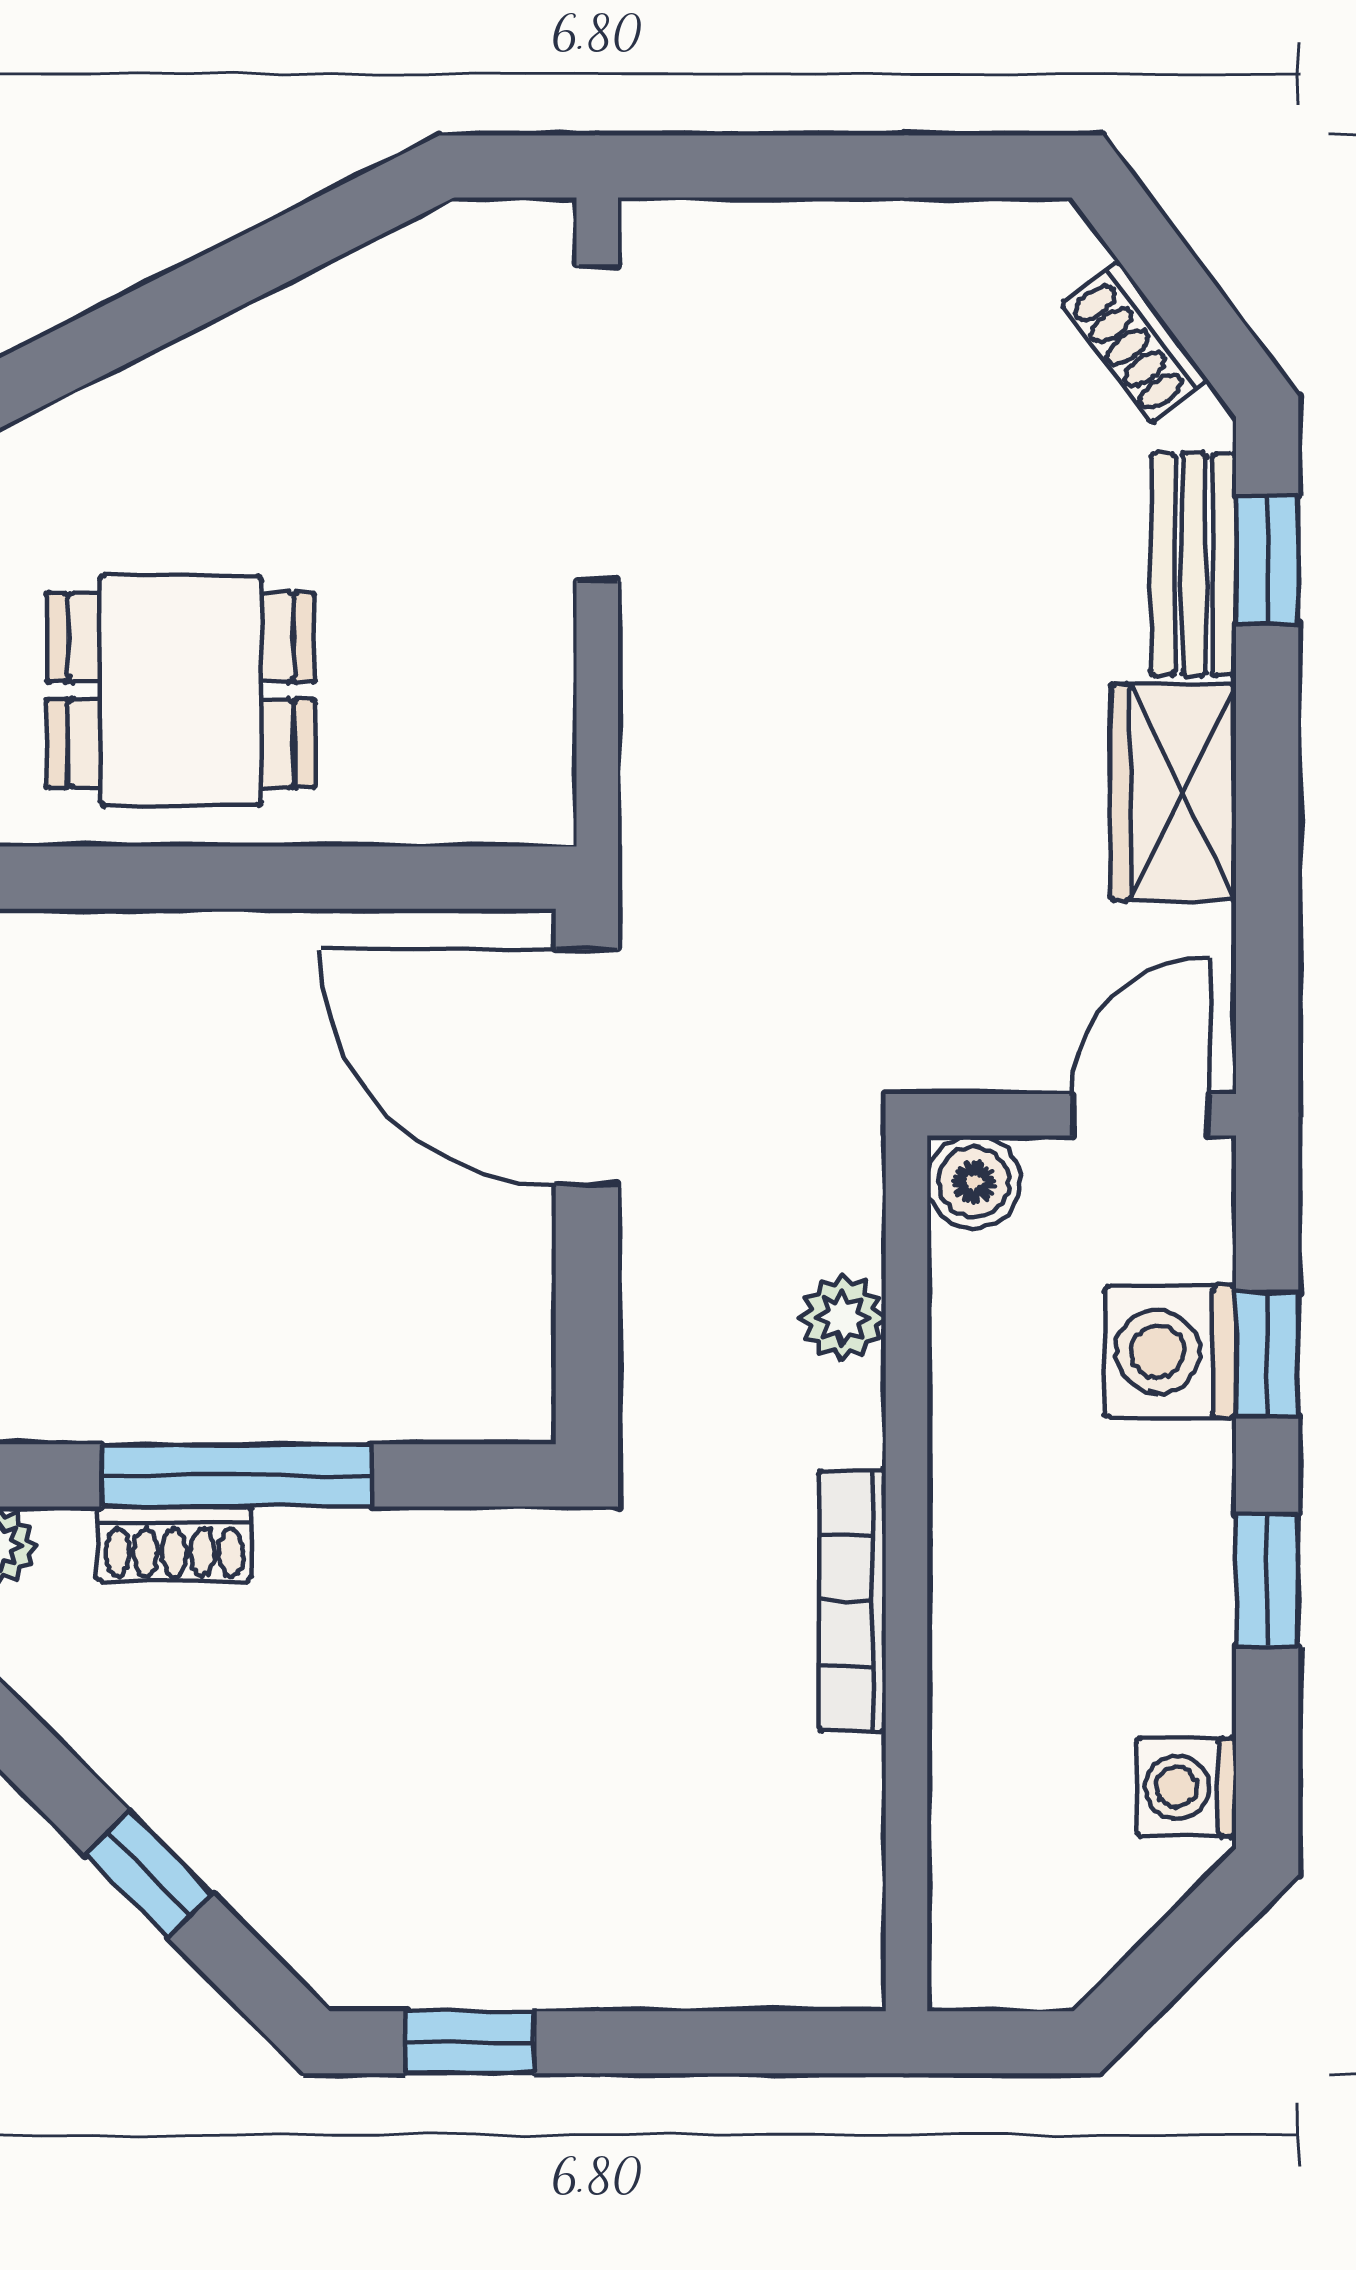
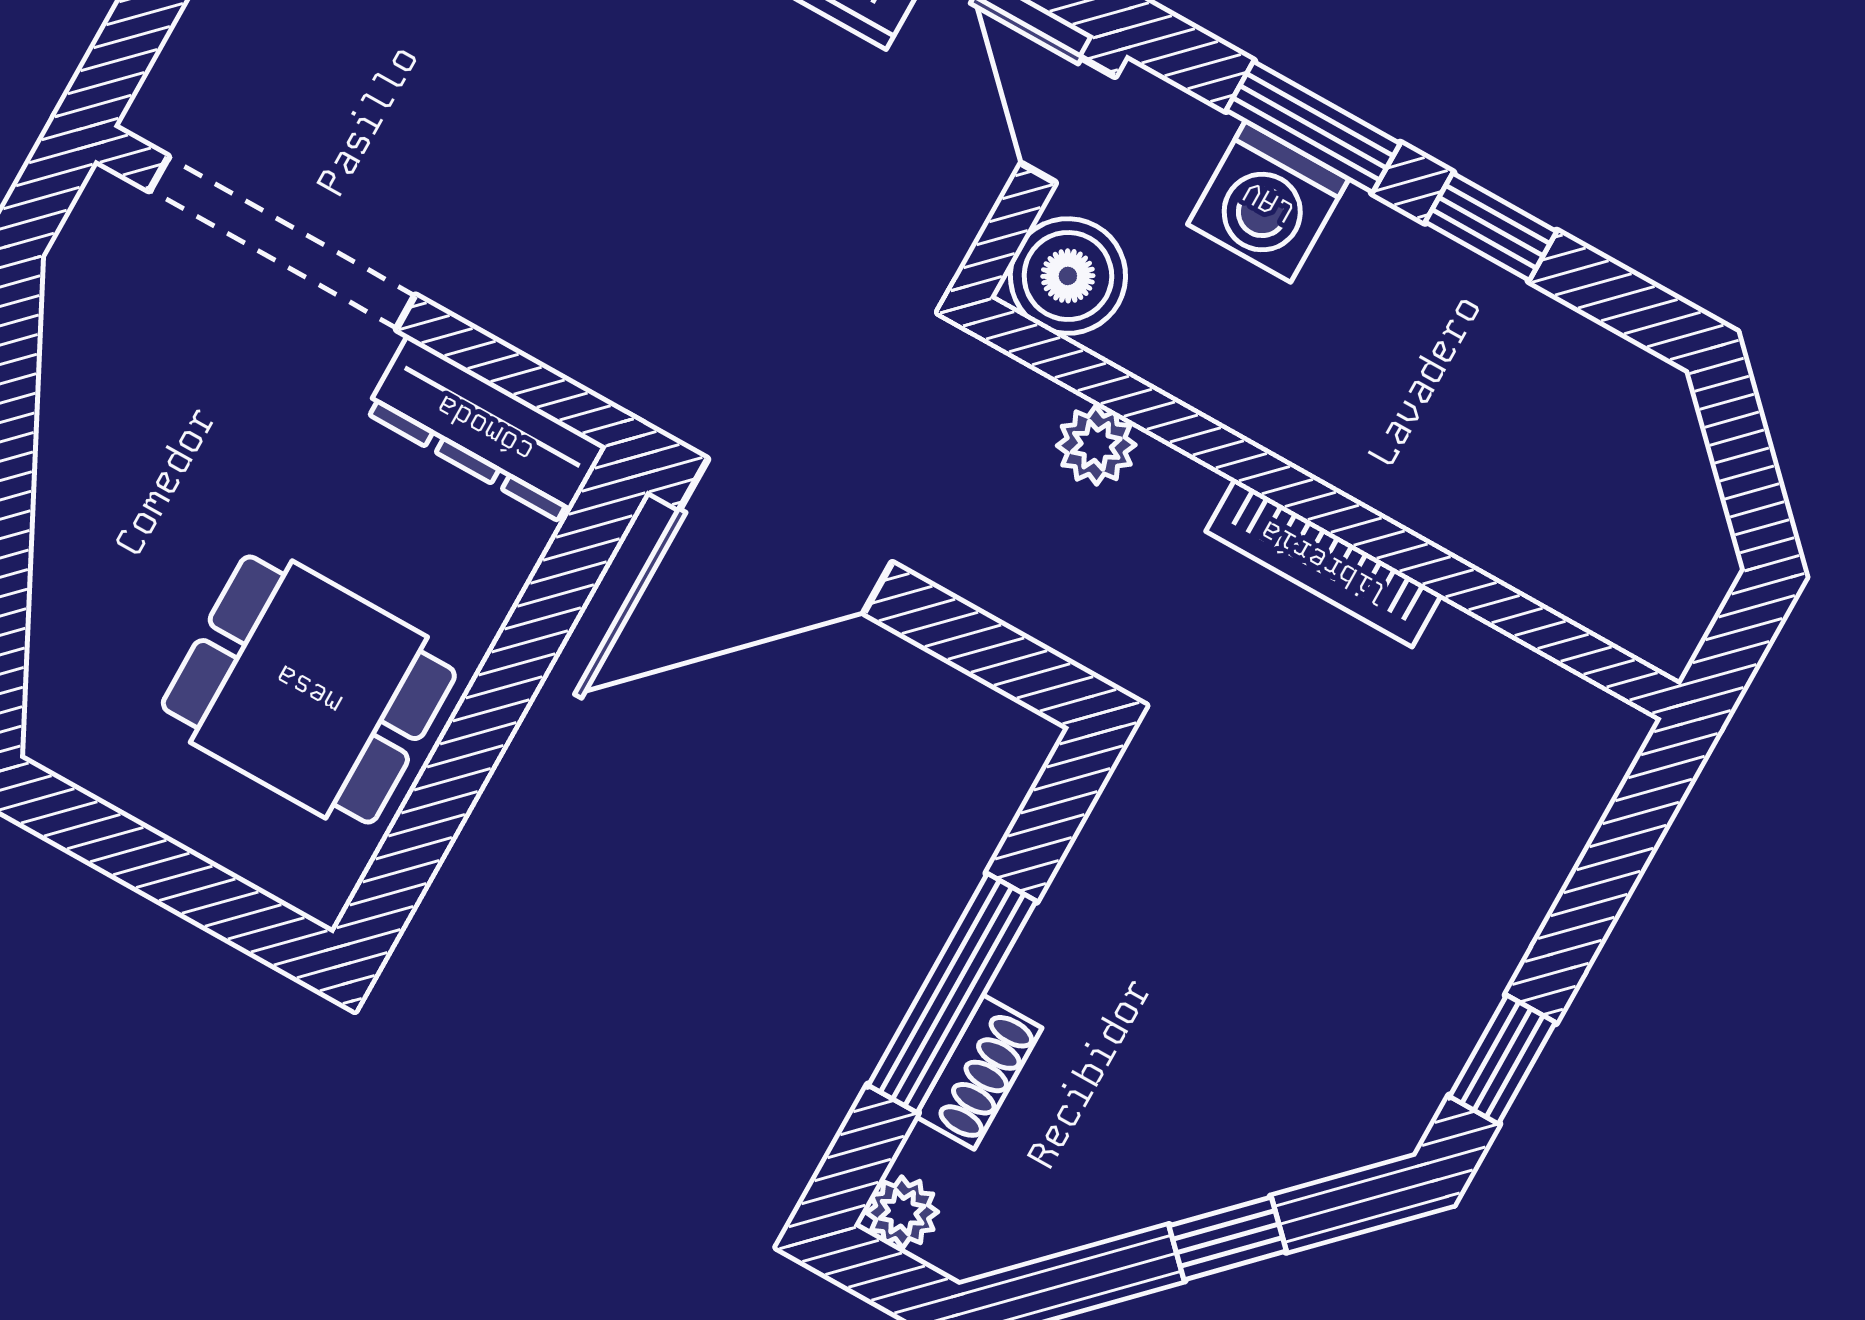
dining table: (181, 690) -> (309, 690), turned 90
dresser: (527, 720) -> (485, 429), added
boiler: (974, 1182) -> (1068, 276), width x1.36, depth x1.36
window: (1267, 1355) -> (1313, 127), width x1.50
washing machine: (1187, 1787) -> (1618, 382), removed

